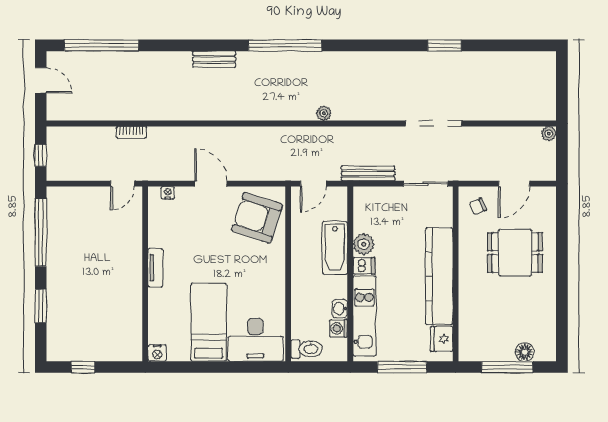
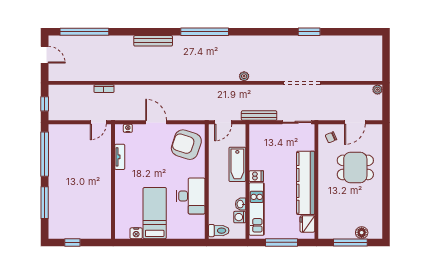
bench: (214, 59) -> (153, 41), width x1.36
plant: (324, 113) -> (244, 76), moved
plant: (364, 244) -> (256, 162), removed
tv unit: (155, 268) -> (120, 157), moved
window: (41, 306) -> (45, 203), width x1.44
desk: (255, 340) -> (191, 196), moved, turned -90
nightstand: (157, 353) -> (136, 233), moved

